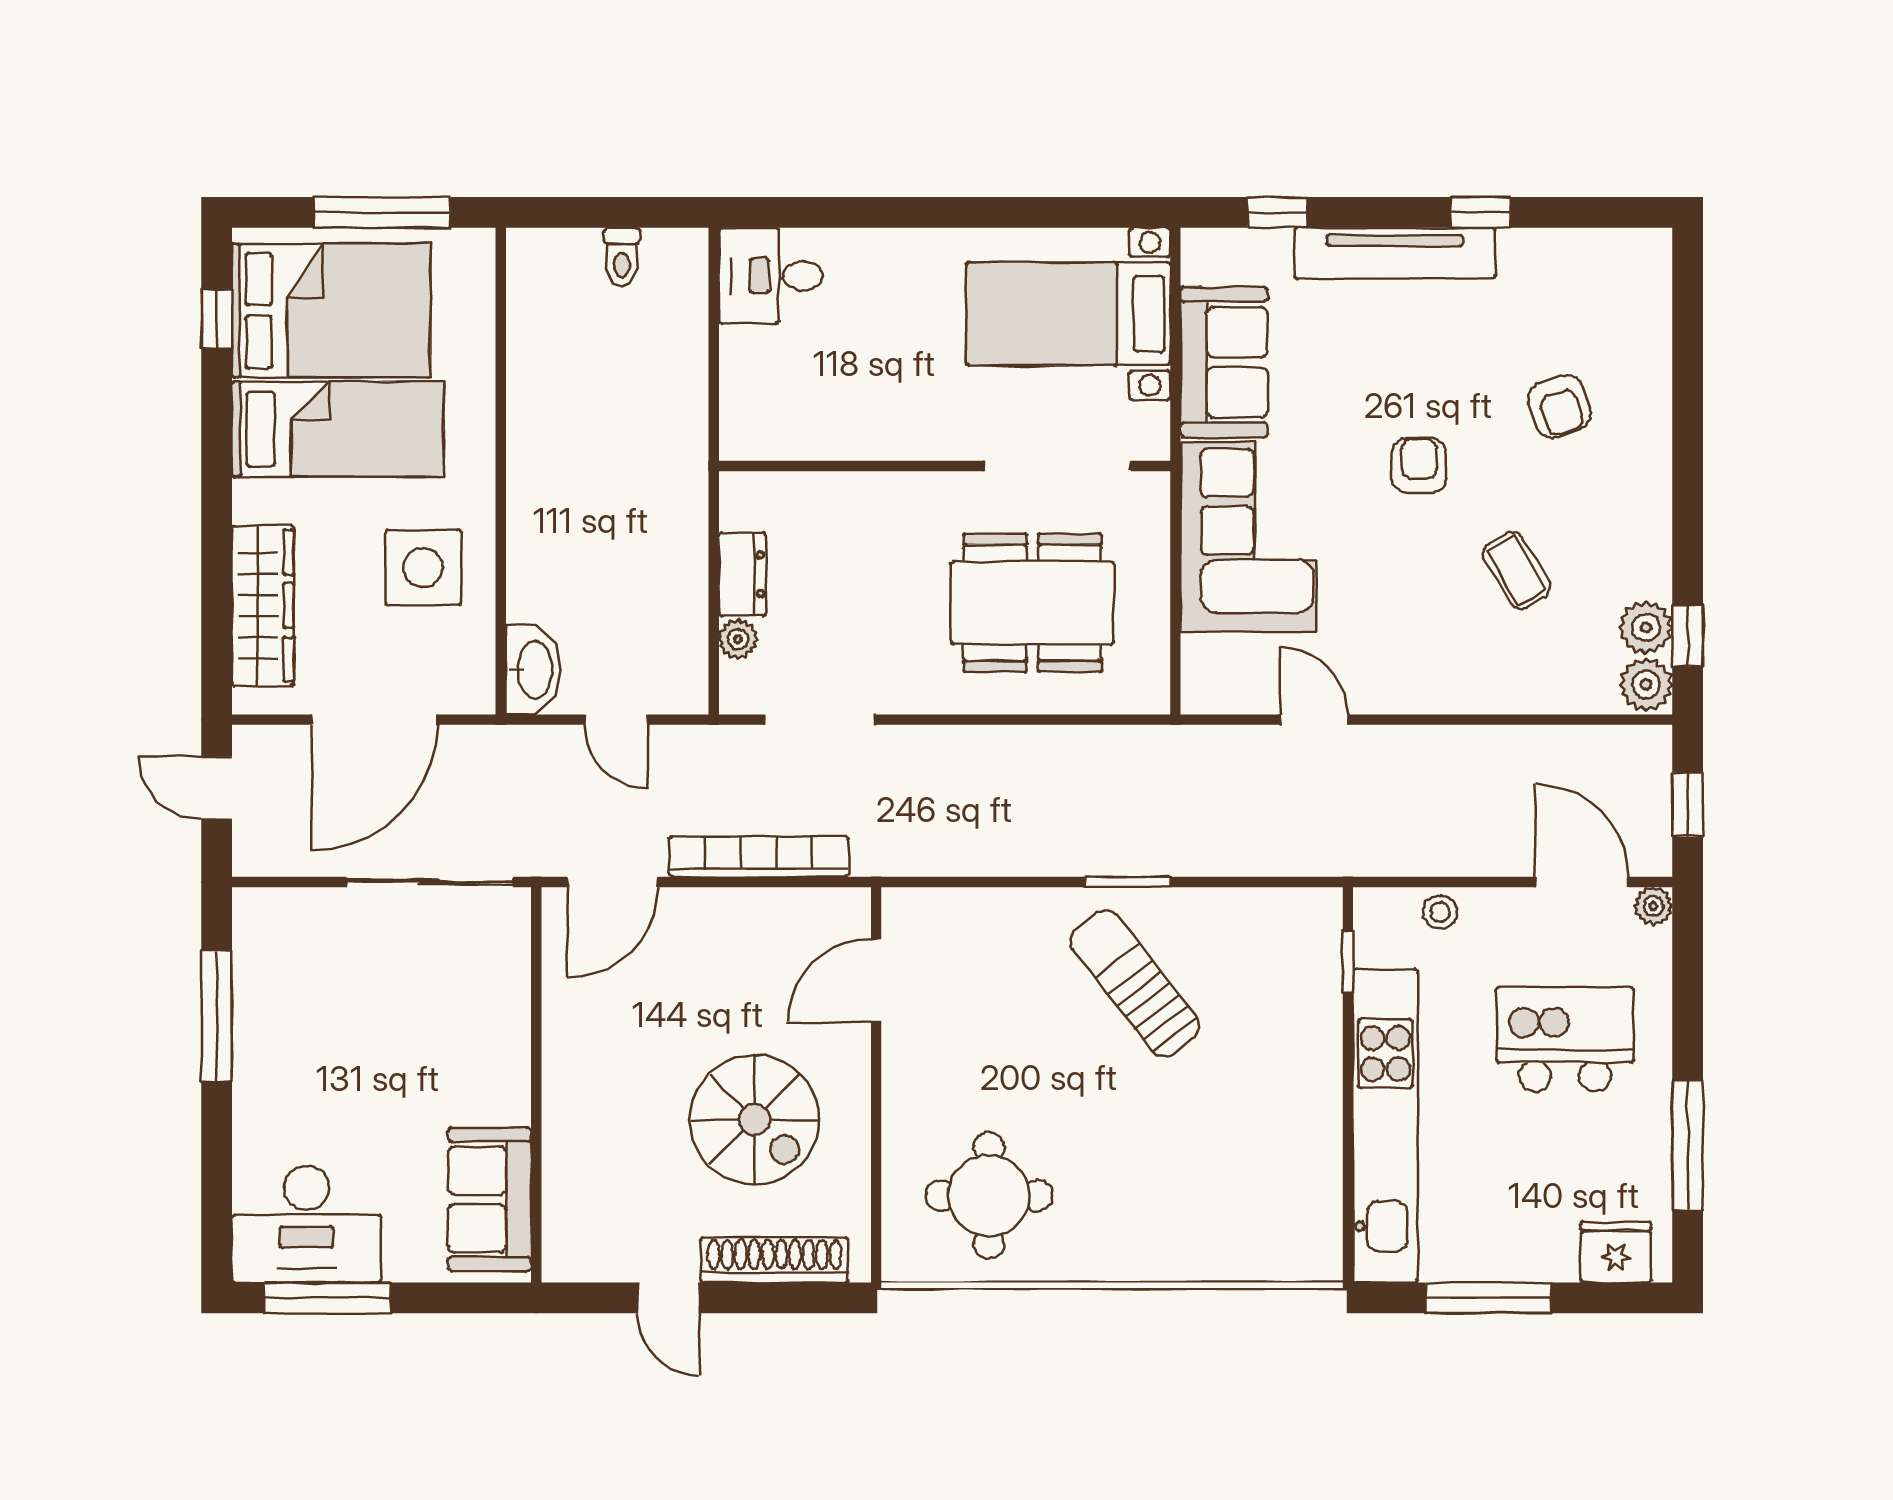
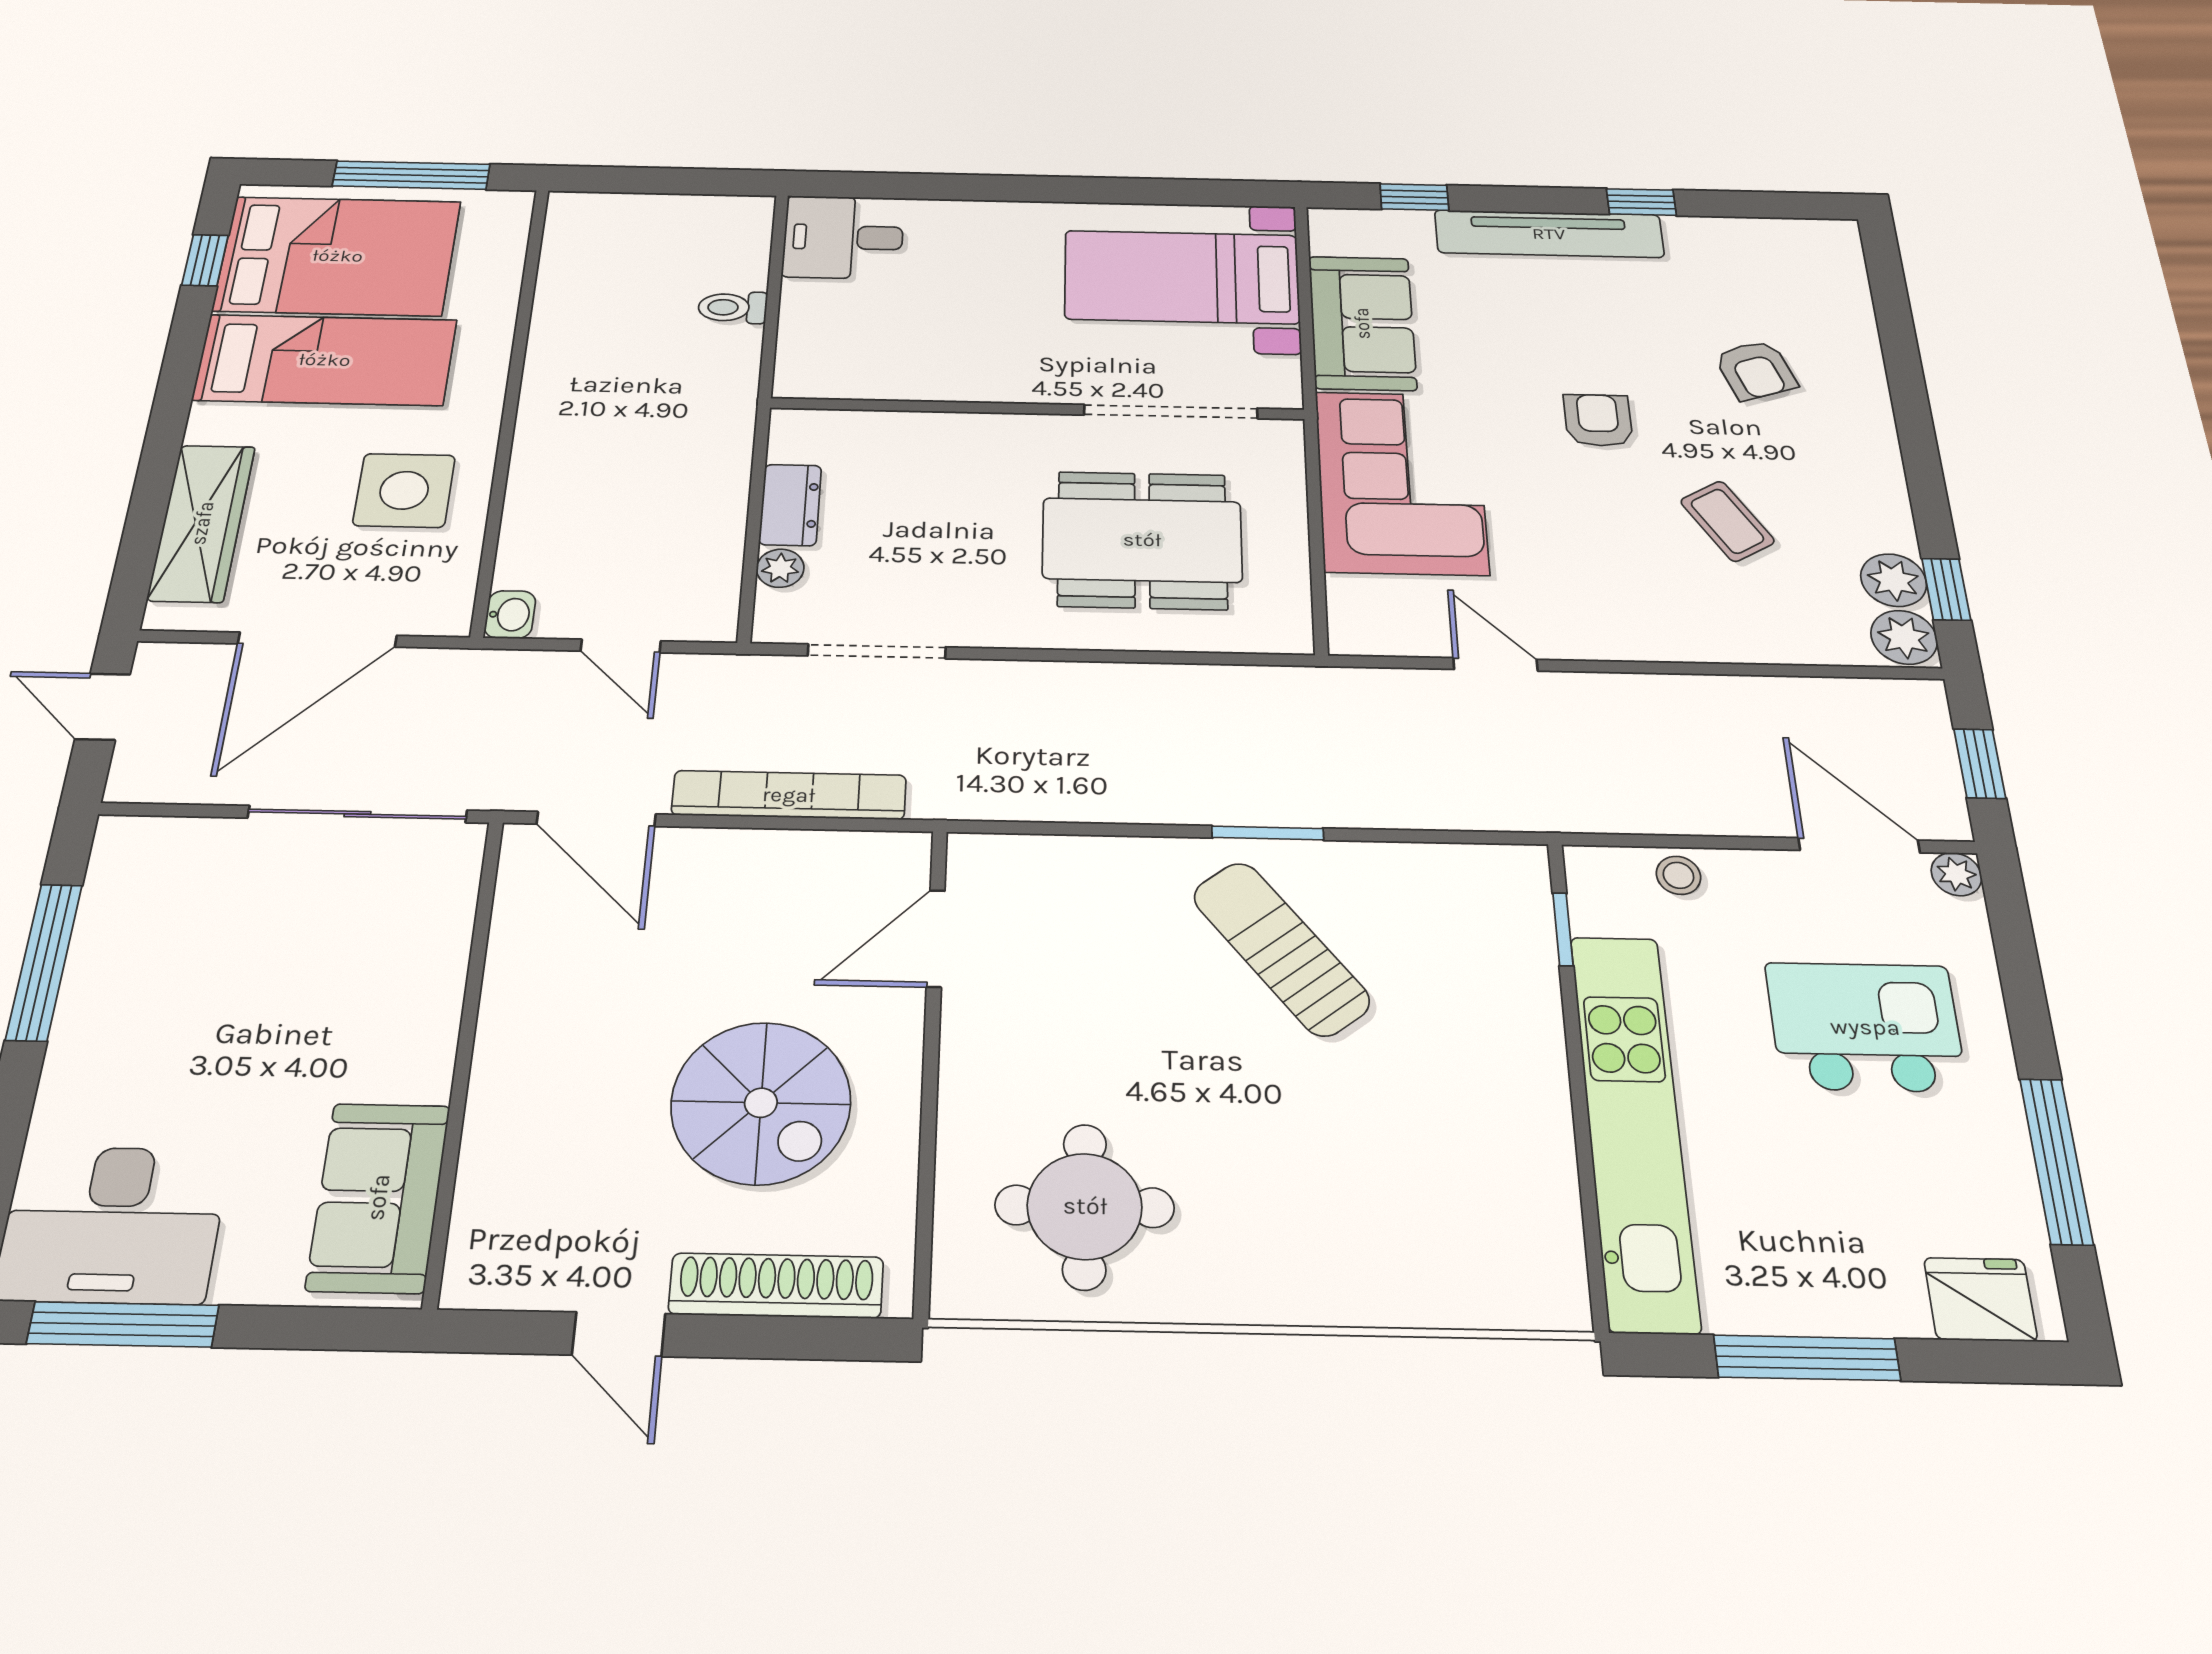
toilet: (622, 257) -> (733, 307), moved, turned 90
washbasin: (533, 670) -> (510, 615), width x0.52, depth x0.69
door: (612, 882) -> (596, 819), hinge flipped

